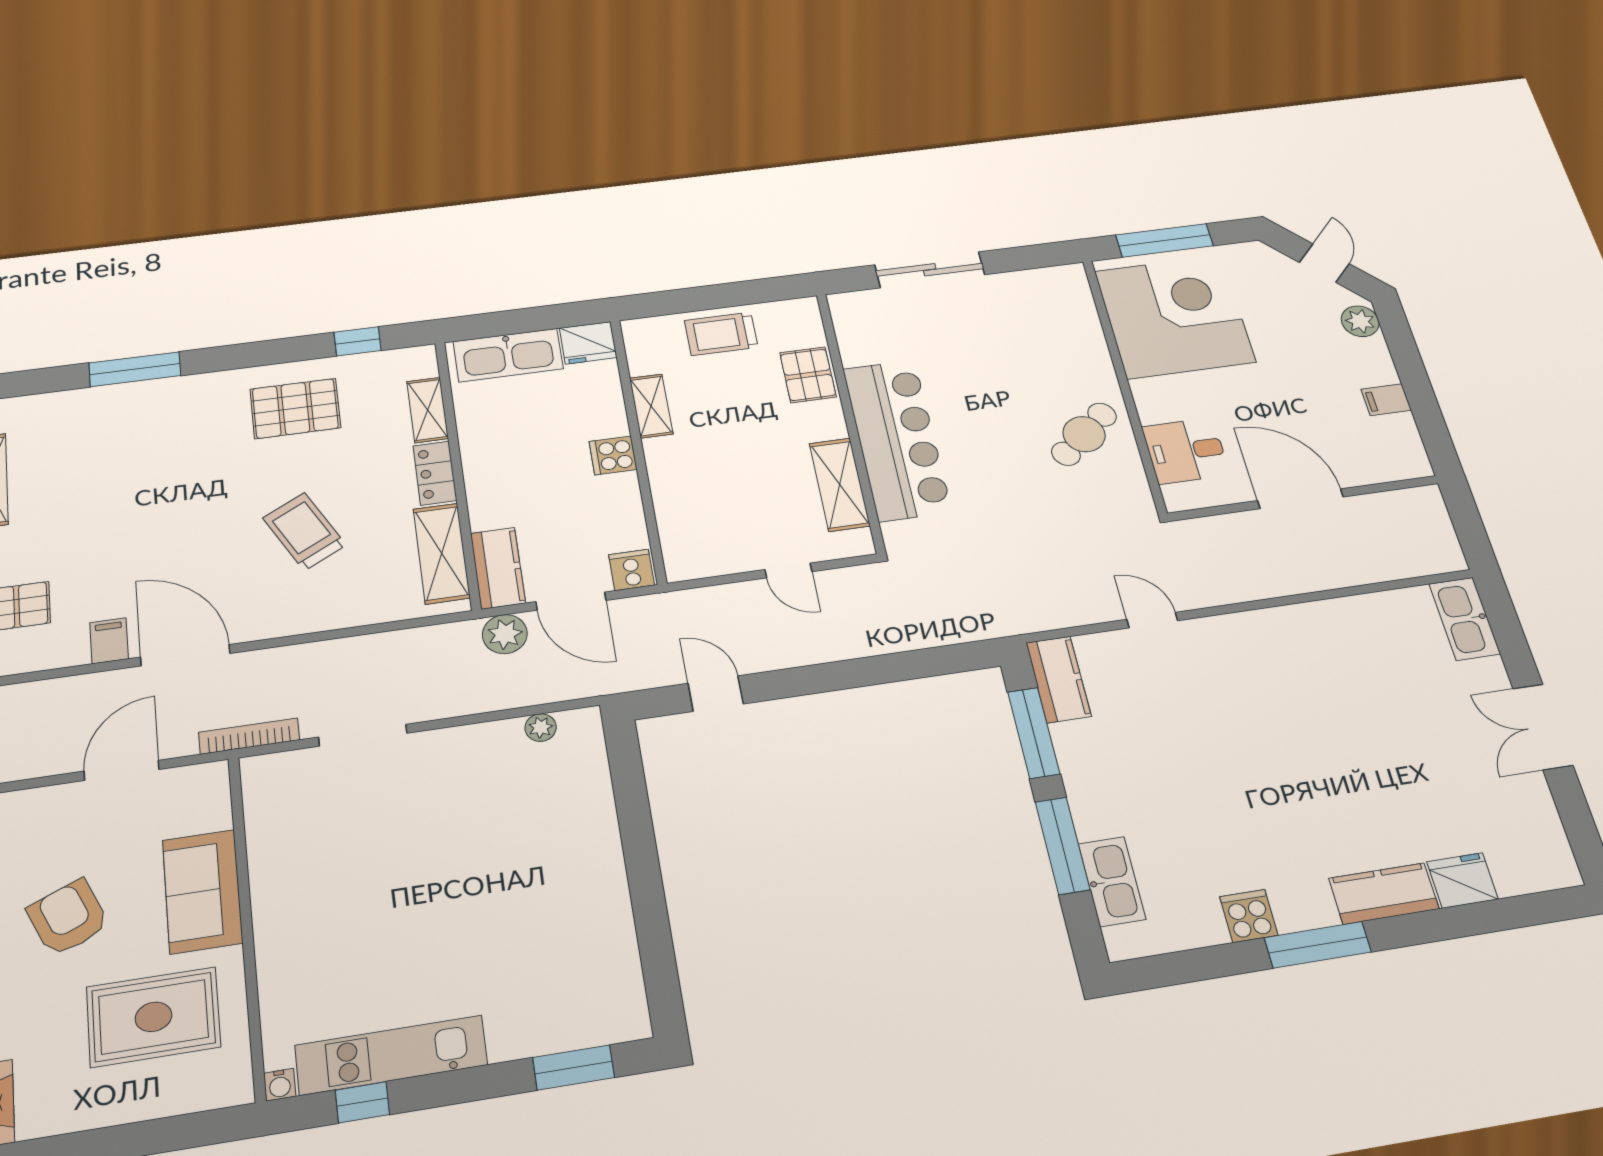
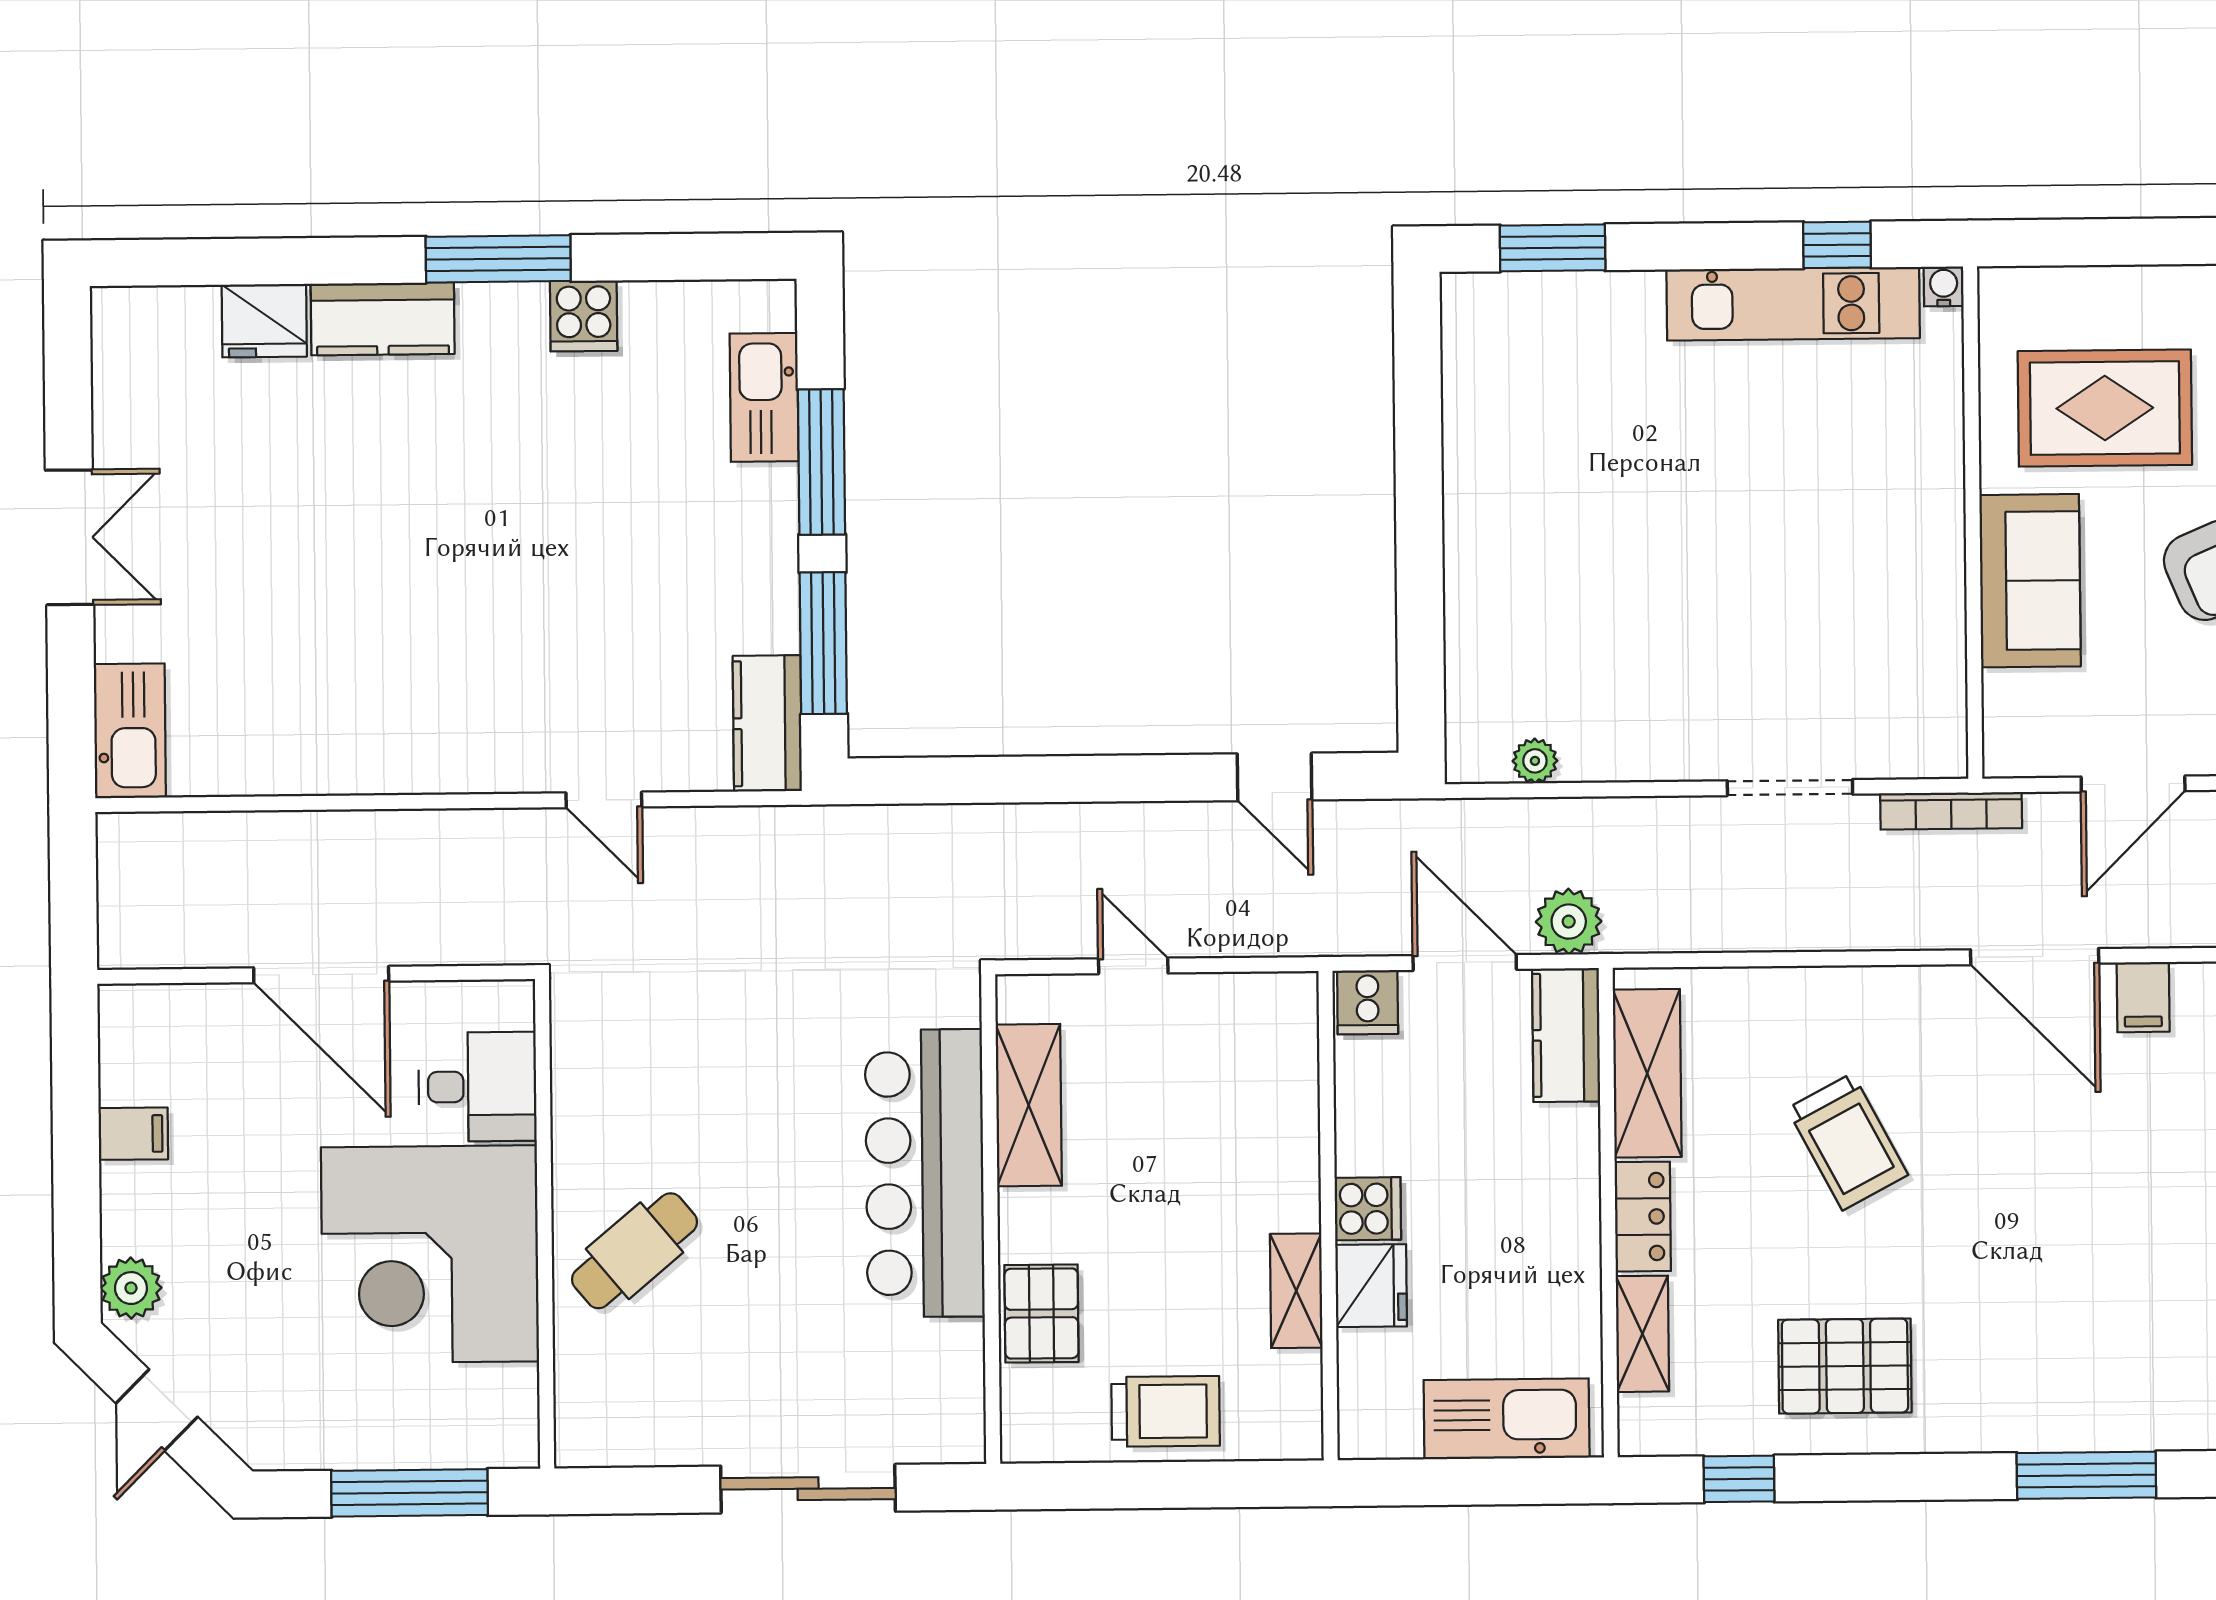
corner desk: (1175, 316) -> (430, 1254), moved
fridge: (588, 343) -> (1371, 1286), moved, turned 90
cafe table: (1084, 434) -> (635, 1251), moved

